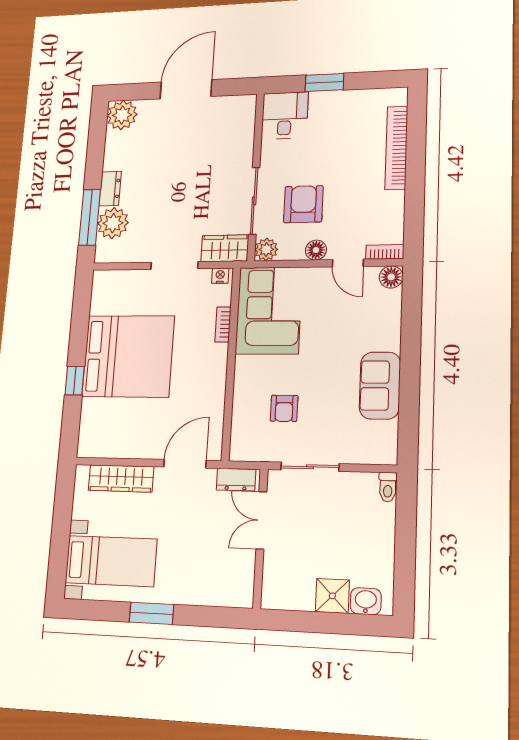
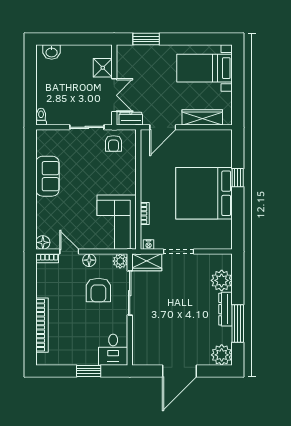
dresser: (110, 189) -> (225, 309), width x1.44
window: (90, 217) -> (238, 323), moved
armchair: (284, 408) -> (113, 143), moved, turned 180
shower: (332, 596) -> (103, 68), moved
window: (151, 613) -> (146, 39), moved

